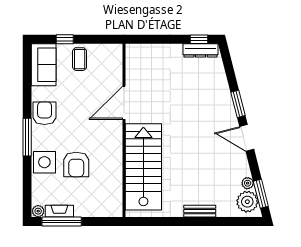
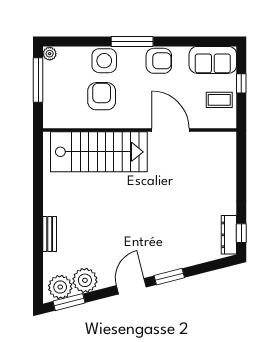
door: (124, 103) -> (170, 130), moved
wall: (124, 130) -> (140, 130), moved
armchair: (76, 164) -> (102, 96), turned 90
stairs: (143, 167) -> (99, 152), moved
plant: (248, 183) -> (85, 280), width x1.88, depth x1.88
fireplace: (59, 211) -> (50, 77), removed

